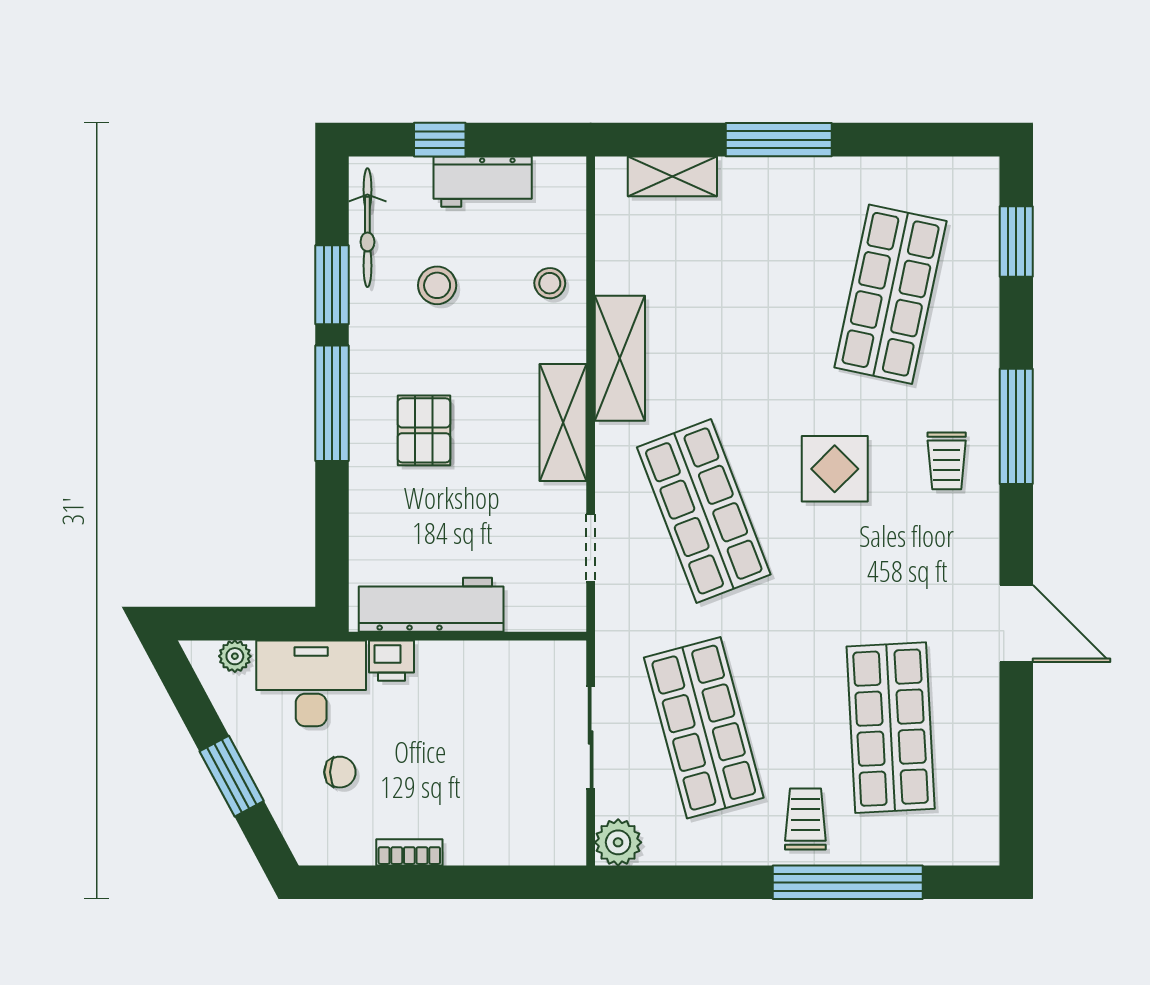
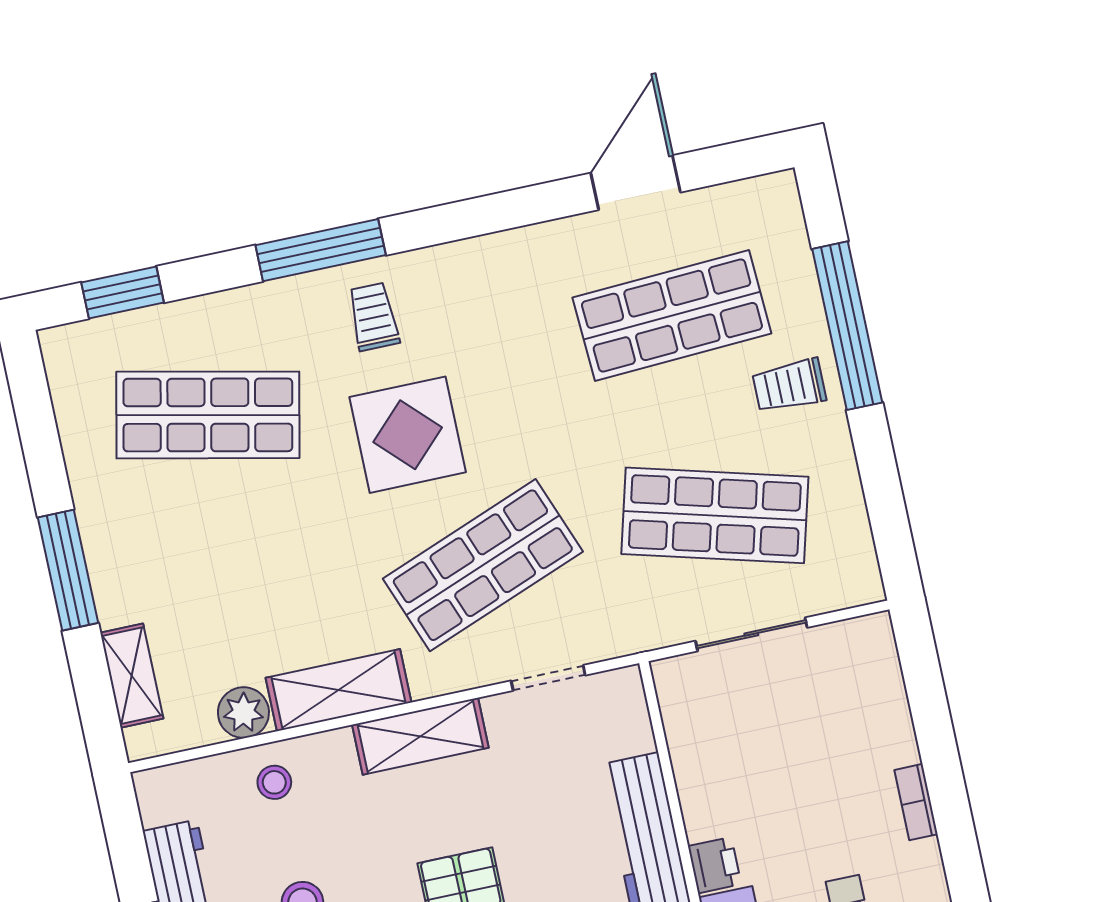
trolley: (947, 461) -> (373, 317), turned -90
display table: (835, 469) -> (408, 435), width x1.36, depth x1.36
door: (1016, 624) -> (636, 183), moved
shop shelf: (704, 728) -> (715, 515), turned 30
plant: (618, 842) -> (243, 713), moved

